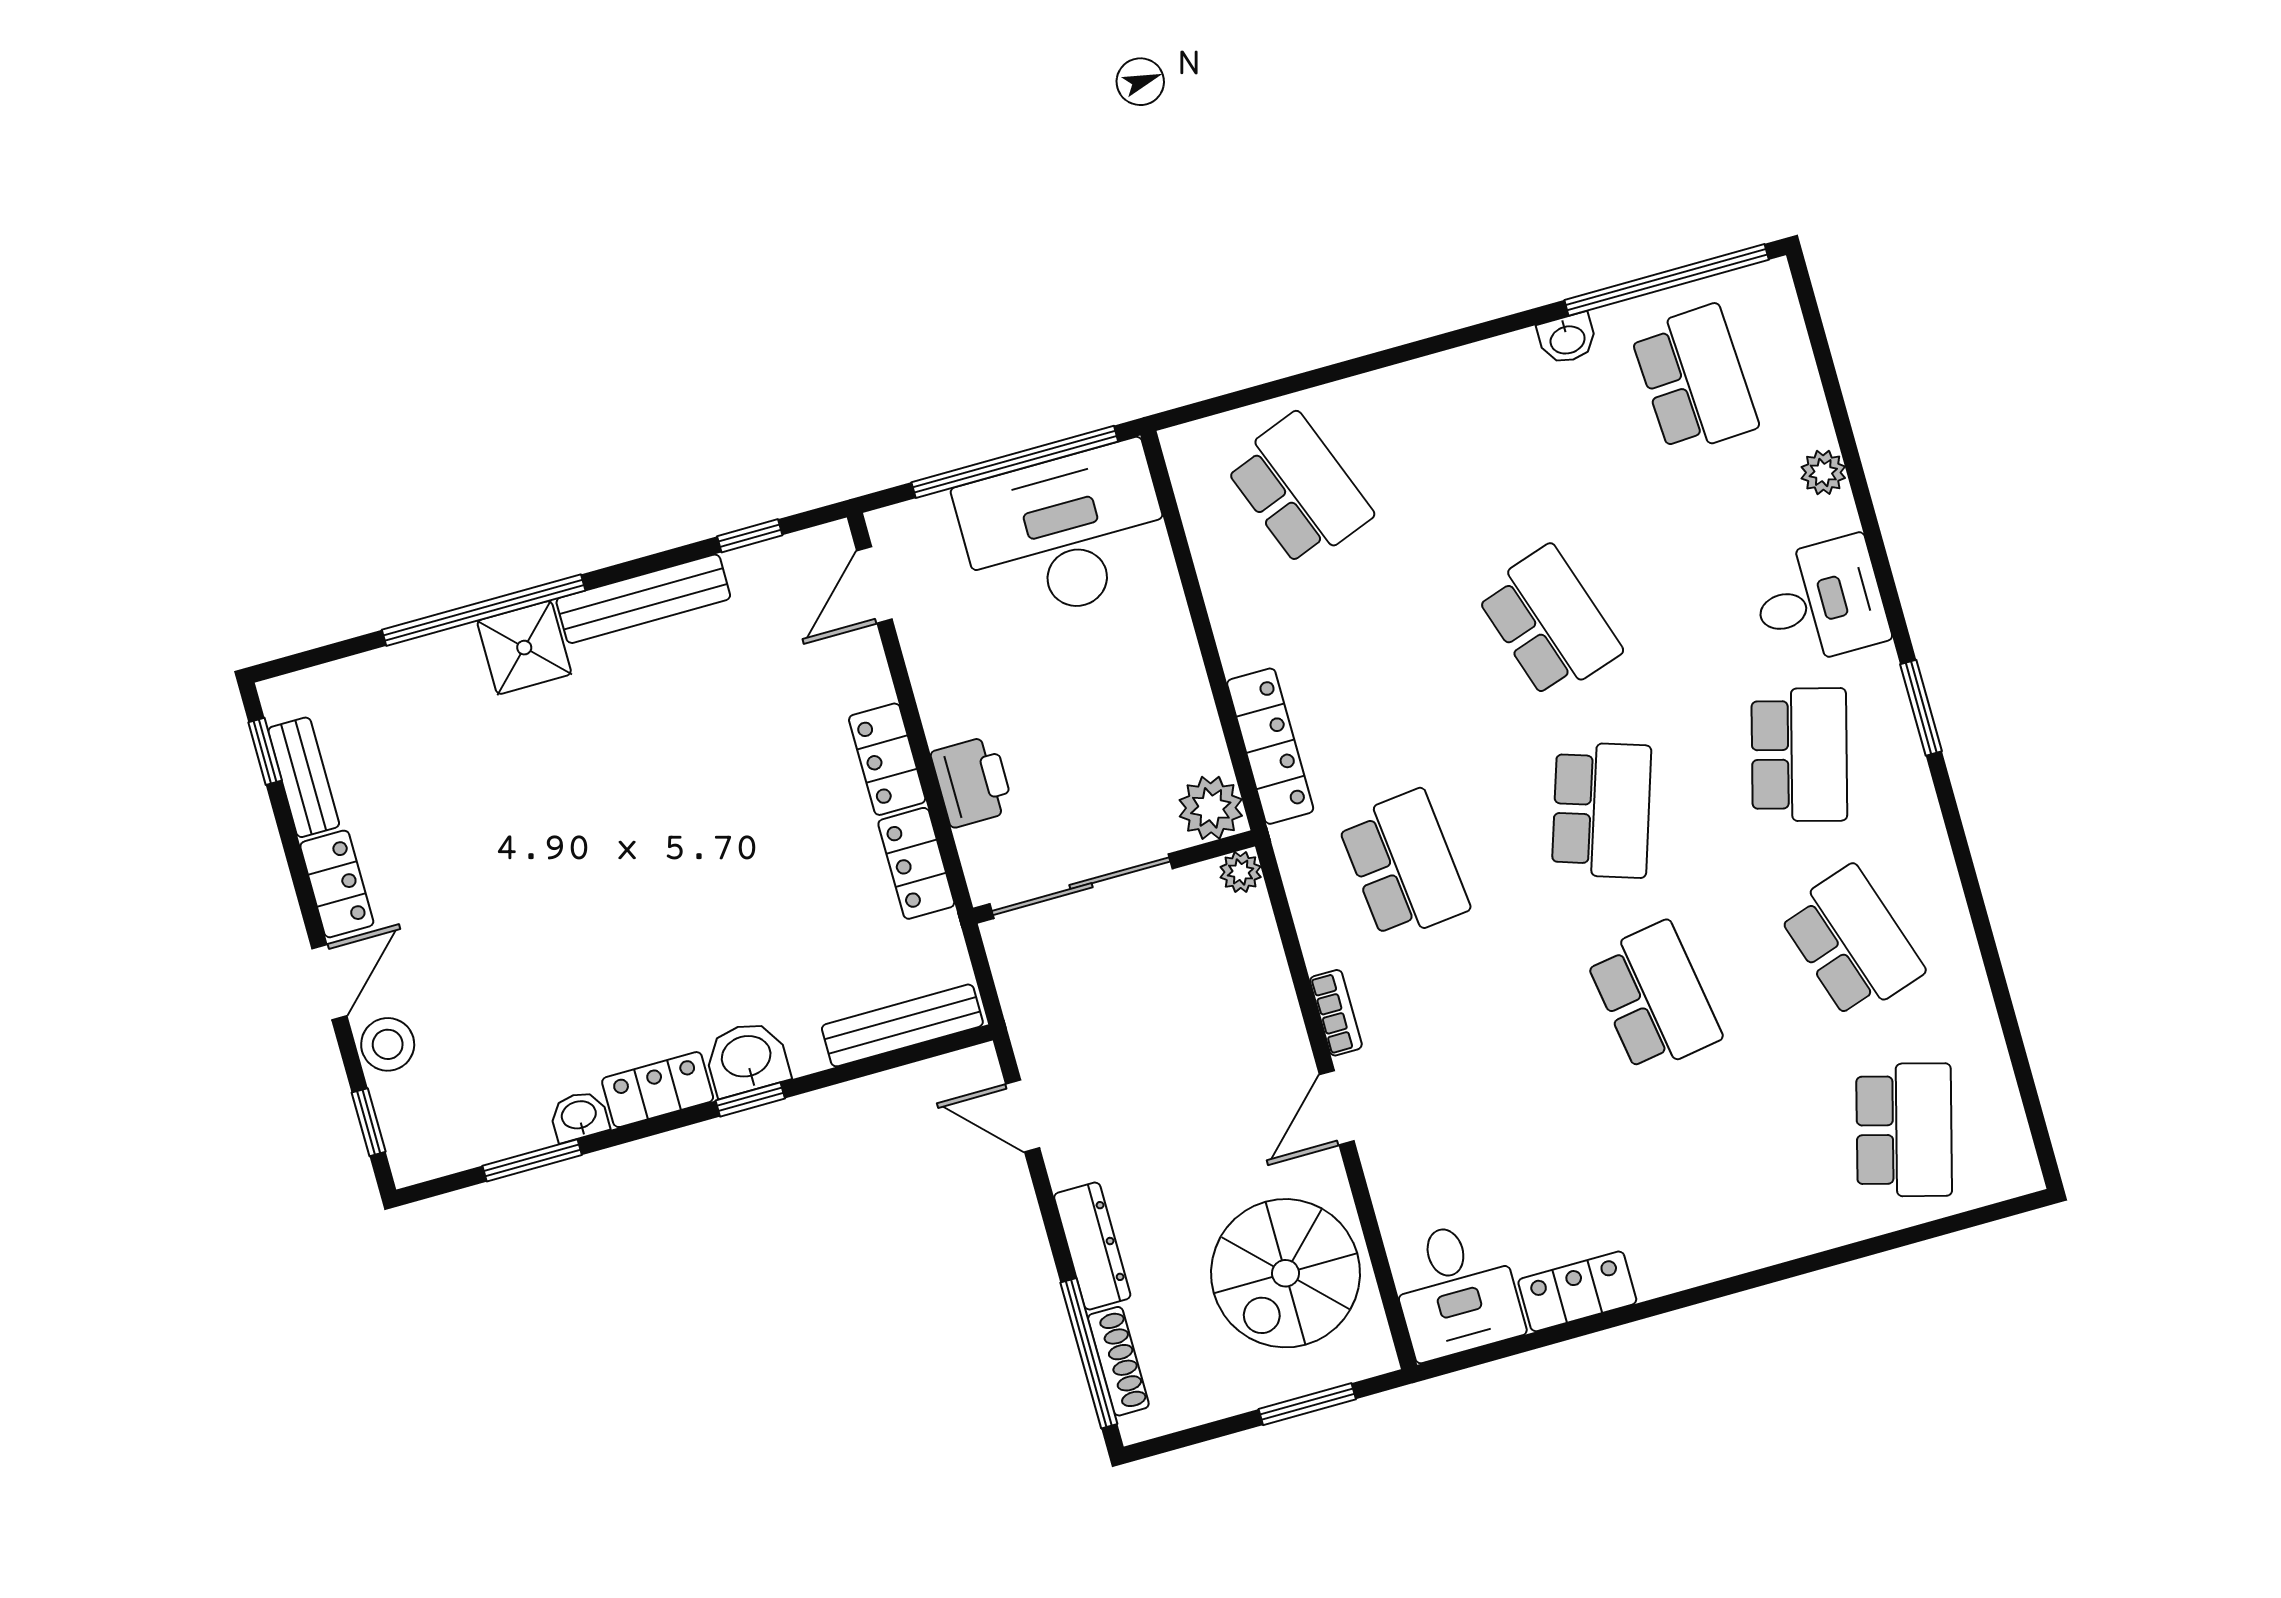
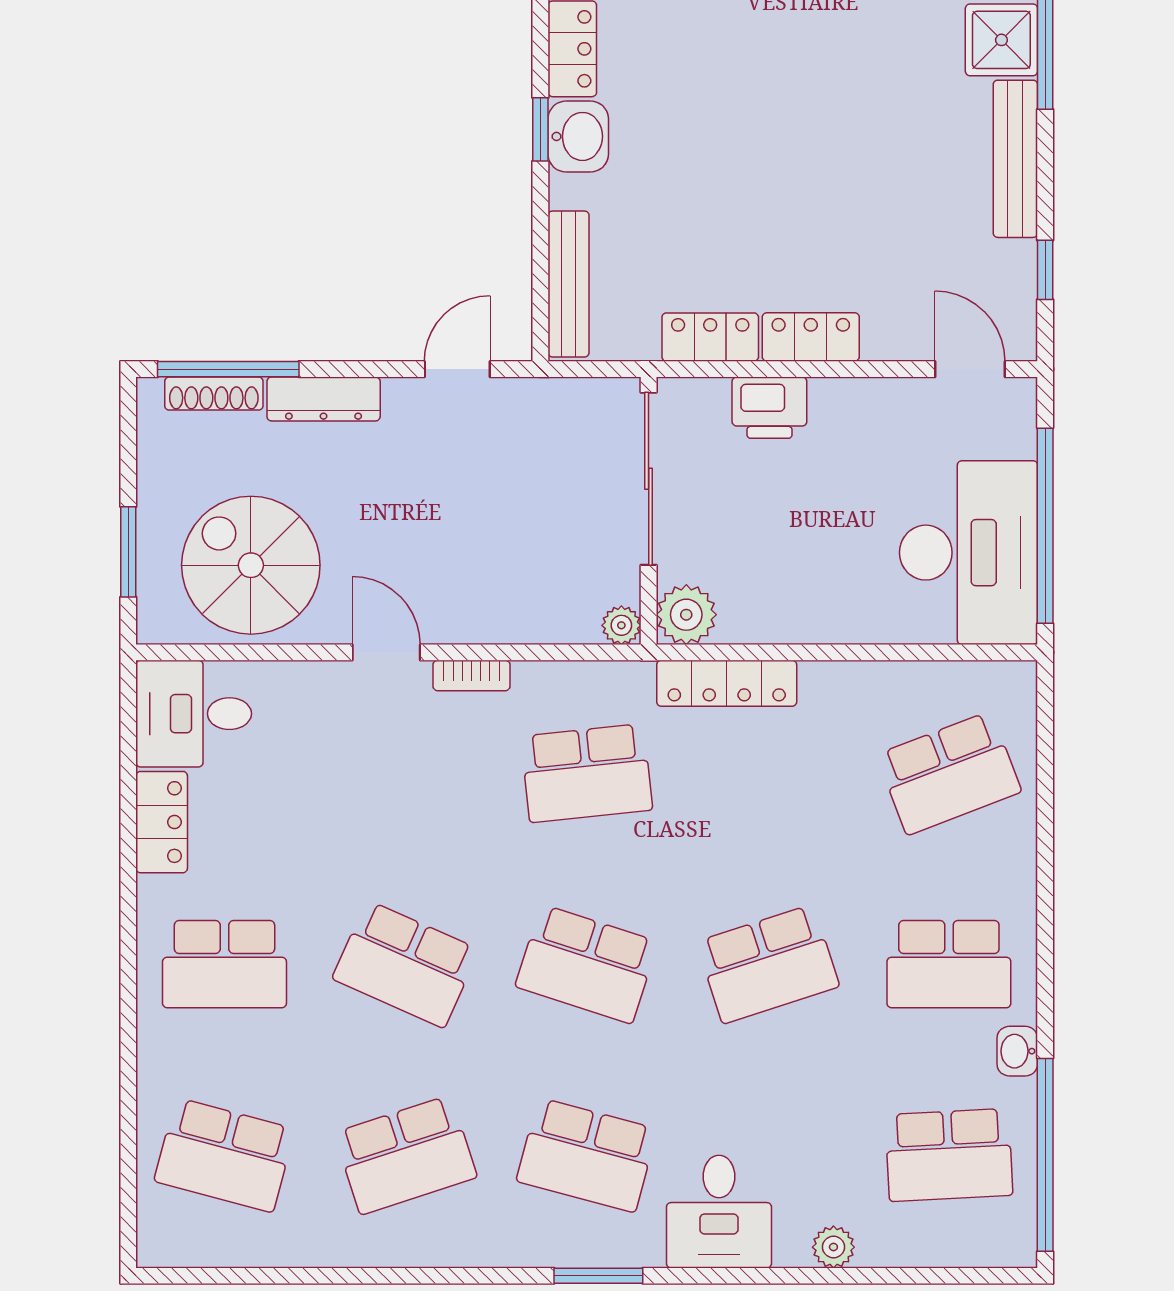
school desk: (1497, 435) -> (949, 964), added
school desk: (1654, 998) -> (406, 964), turned 33
school desk: (1706, 1185) -> (224, 964), added

